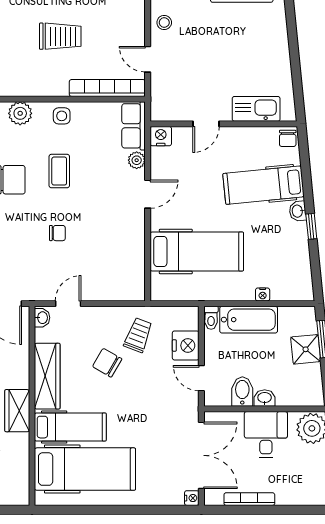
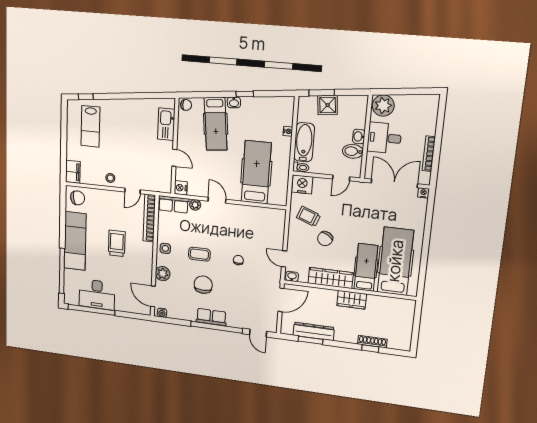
nightstand: (186, 345) -> (302, 184), moved

